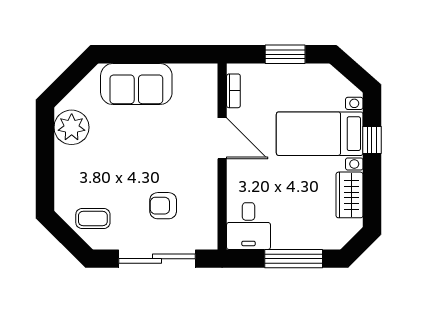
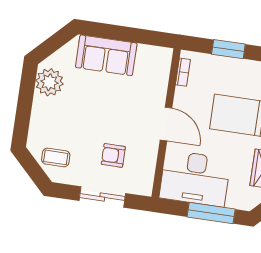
door: (222, 138) -> (166, 124), moved
desk: (248, 226) -> (195, 178), width x1.87, depth x1.30
sliding door: (157, 259) -> (102, 197), width x0.73

